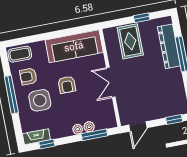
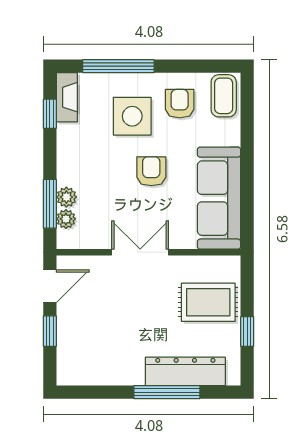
armchair: (67, 85) -> (151, 171), turned 90
window: (11, 95) -> (118, 66), moved
window: (174, 119) -> (50, 331), moved
door: (138, 126) -> (50, 286), swing flipped
plant: (78, 129) -> (66, 219), moved

